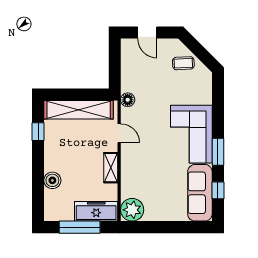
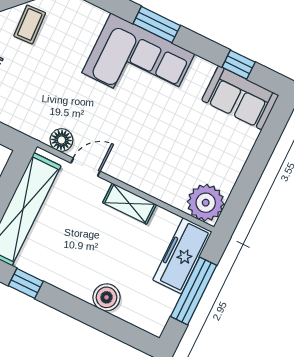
floor lamp: (128, 100) -> (61, 140), moved
window: (218, 152) -> (157, 25), moved
sofa: (200, 193) -> (240, 98), width x0.73

